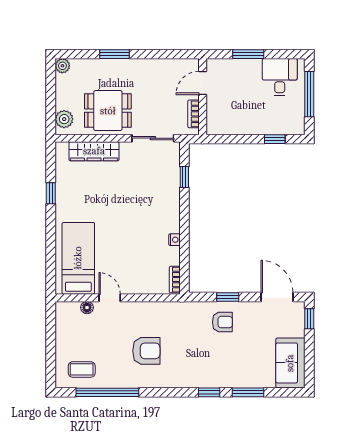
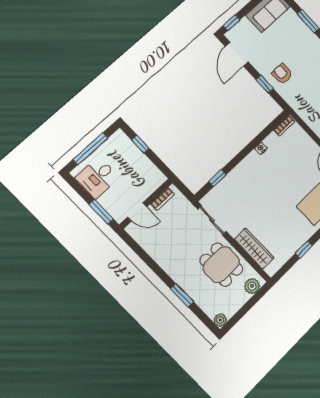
door: (203, 83) -> (137, 212), moved
wall: (203, 97) -> (146, 204), moved
bookcase: (194, 114) -> (163, 199), moved

